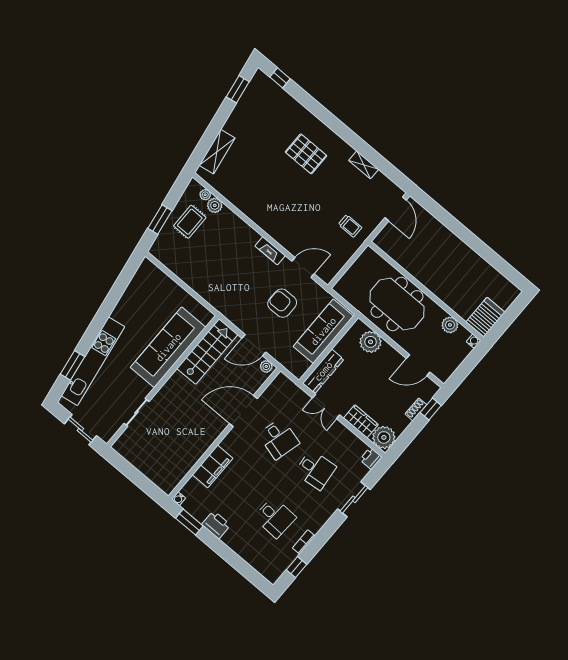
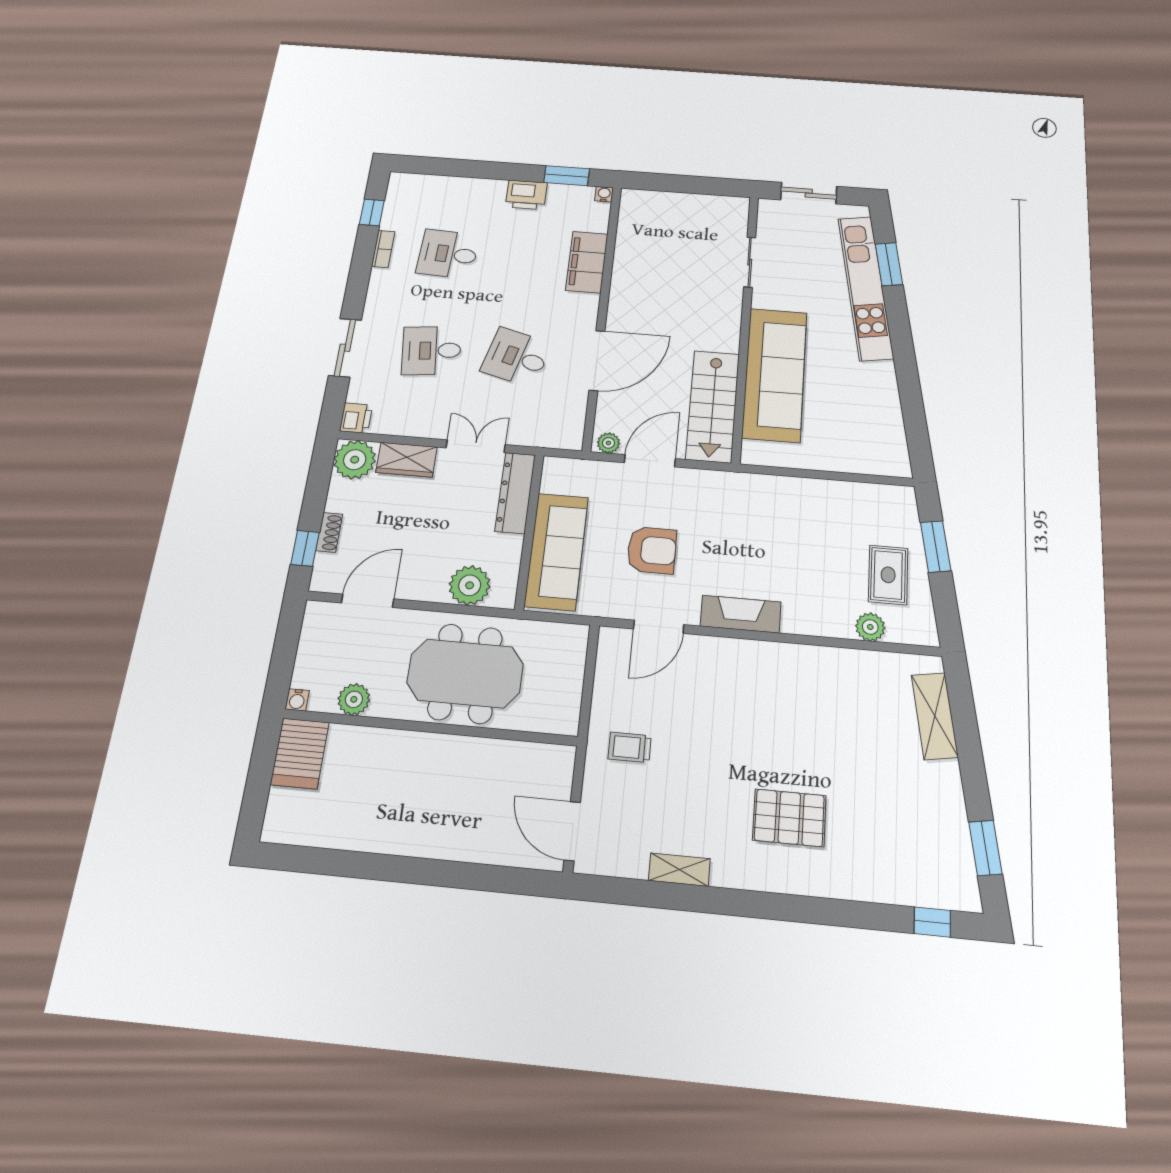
plant: (205, 195) -> (898, 633), removed
fireplace: (270, 251) -> (741, 614), width x1.37, depth x1.32

